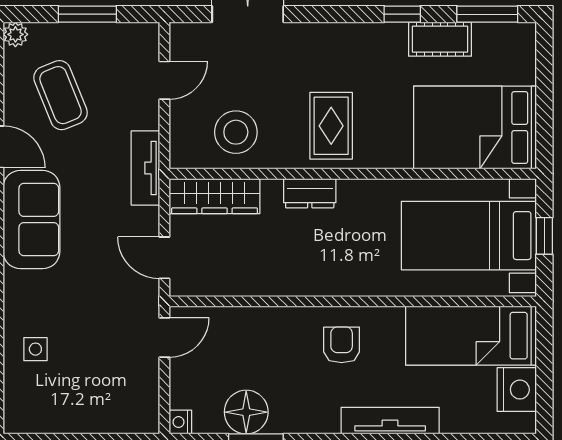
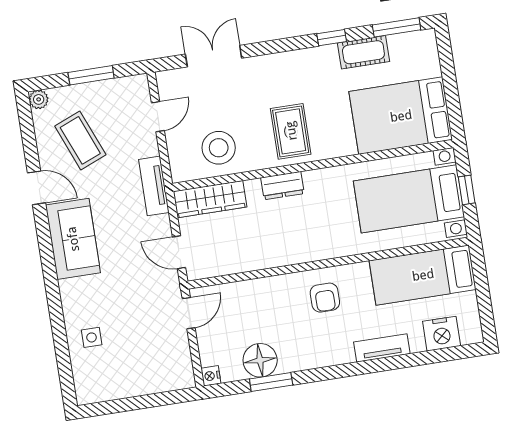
armchair: (342, 345) -> (325, 298), turned 180
nightstand: (517, 390) -> (442, 334), moved, turned 90
tv unit: (390, 421) -> (382, 348), width x0.71

